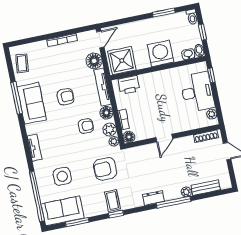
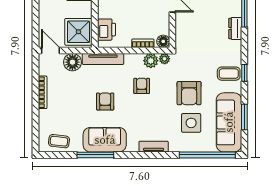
floor lamp: (106, 113) -> (132, 60), removed
armchair: (105, 169) -> (189, 93), moved
sofa: (63, 211) -> (229, 122), width x1.36

